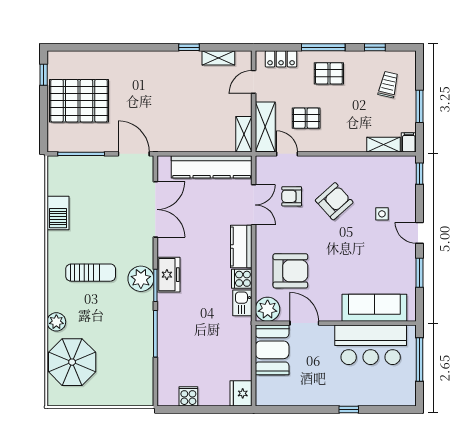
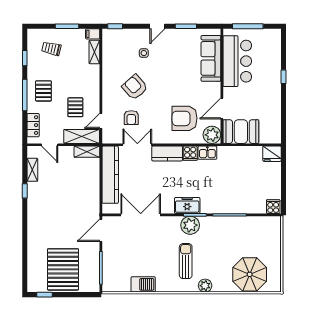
armchair: (290, 271) -> (184, 118), turned -90
plant: (56, 322) -> (205, 286), moved
cooker: (188, 396) -> (273, 207), moved, turned 90

